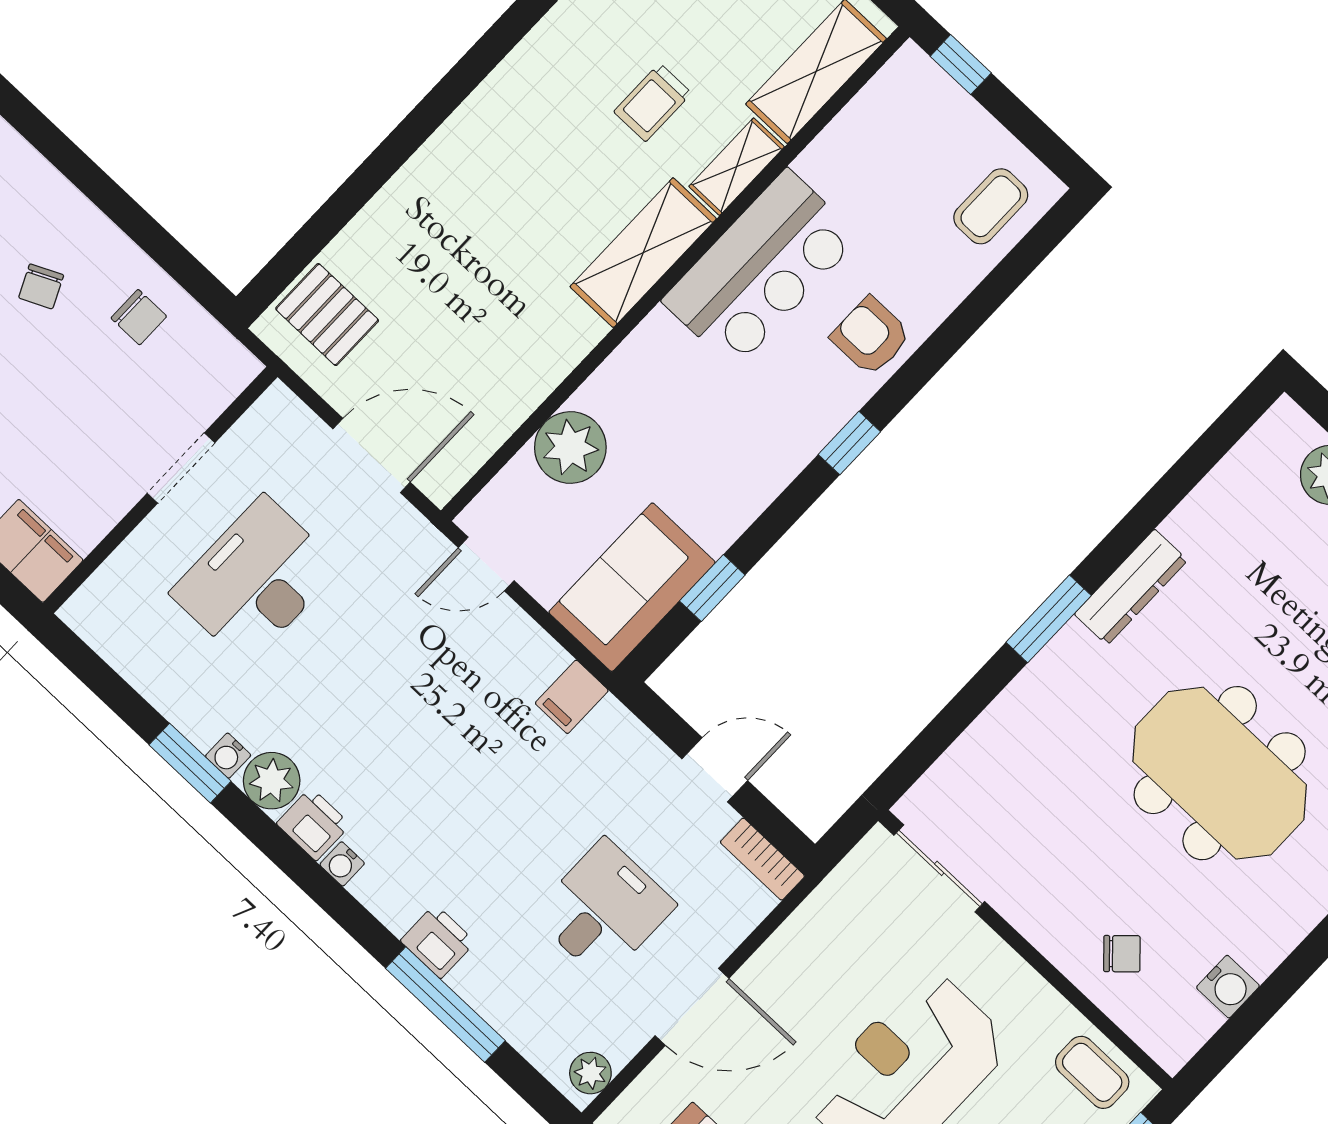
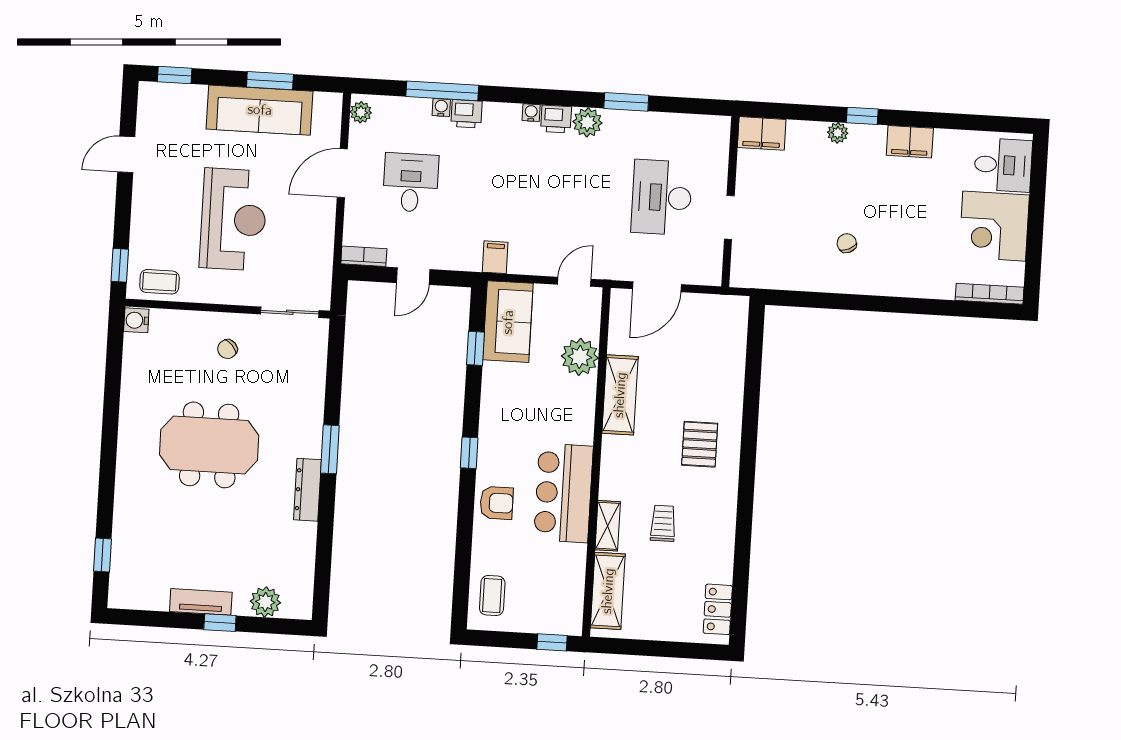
shelving: (643, 253) -> (620, 395), moved
pallet: (327, 315) -> (700, 444), moved, turned 90
chair: (139, 317) -> (797, 264), removed
desk: (255, 580) -> (662, 197), turned 180
water cooler: (228, 756) -> (441, 107), moved
desk: (604, 910) -> (411, 183), turned 180
chair: (1122, 954) -> (227, 349), moved
water cooler: (1228, 987) -> (136, 320), moved

